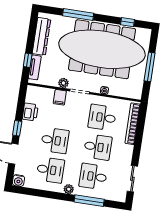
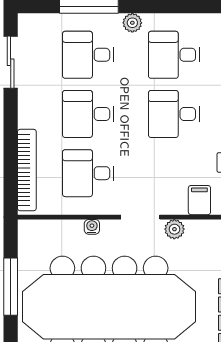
filing cabinet: (60, 97) -> (199, 200), moved
desk: (102, 117) -> (88, 173), turned 180
desk: (93, 177) -> (88, 55), turned 180

